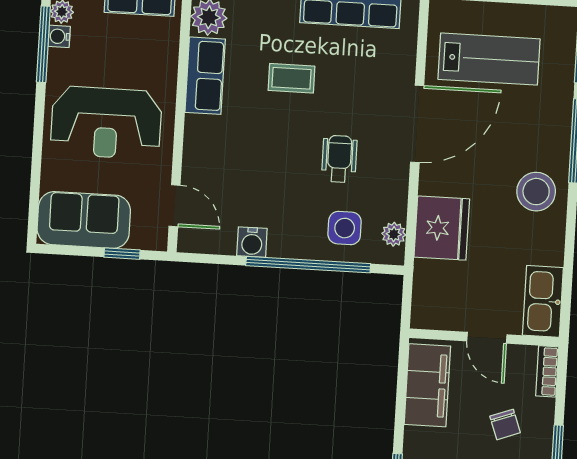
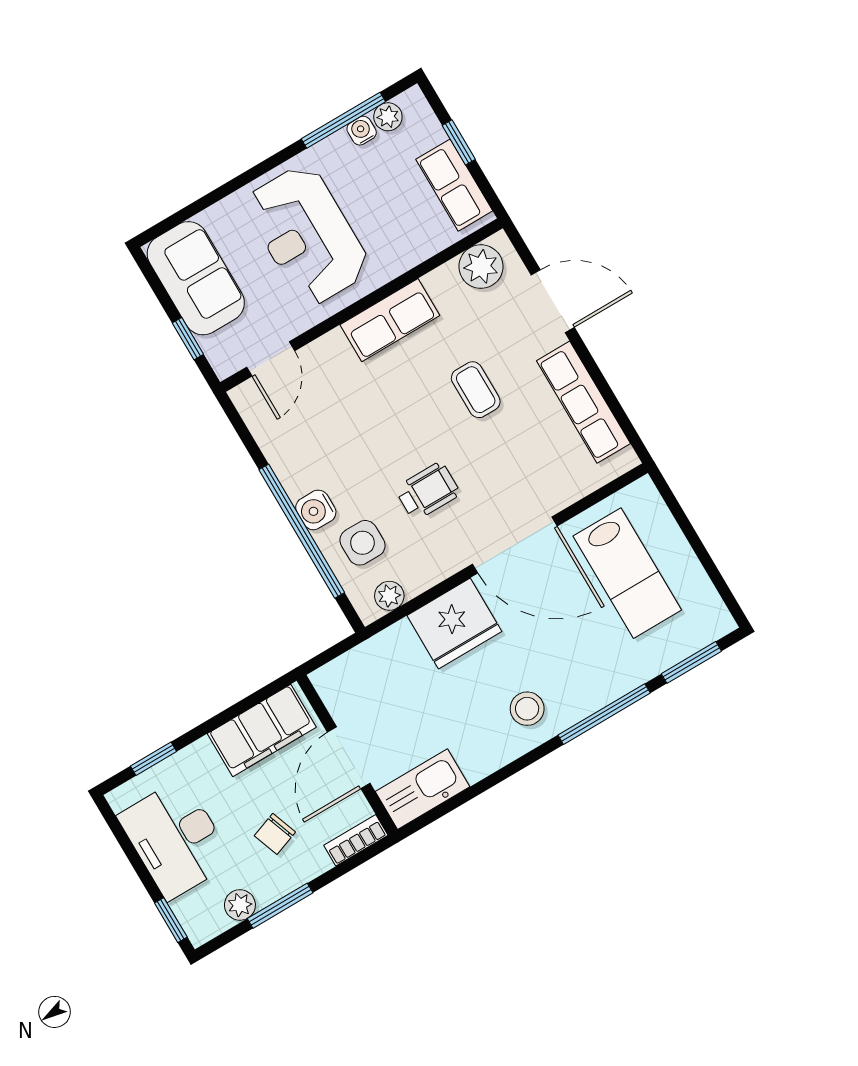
row of seats: (205, 76) -> (390, 320), moved
stool: (536, 192) -> (527, 709), width x0.73, depth x0.73
fridge: (442, 228) -> (454, 624), moved
water cooler: (252, 242) -> (316, 510), moved
door: (487, 338) -> (349, 758), width x1.38

